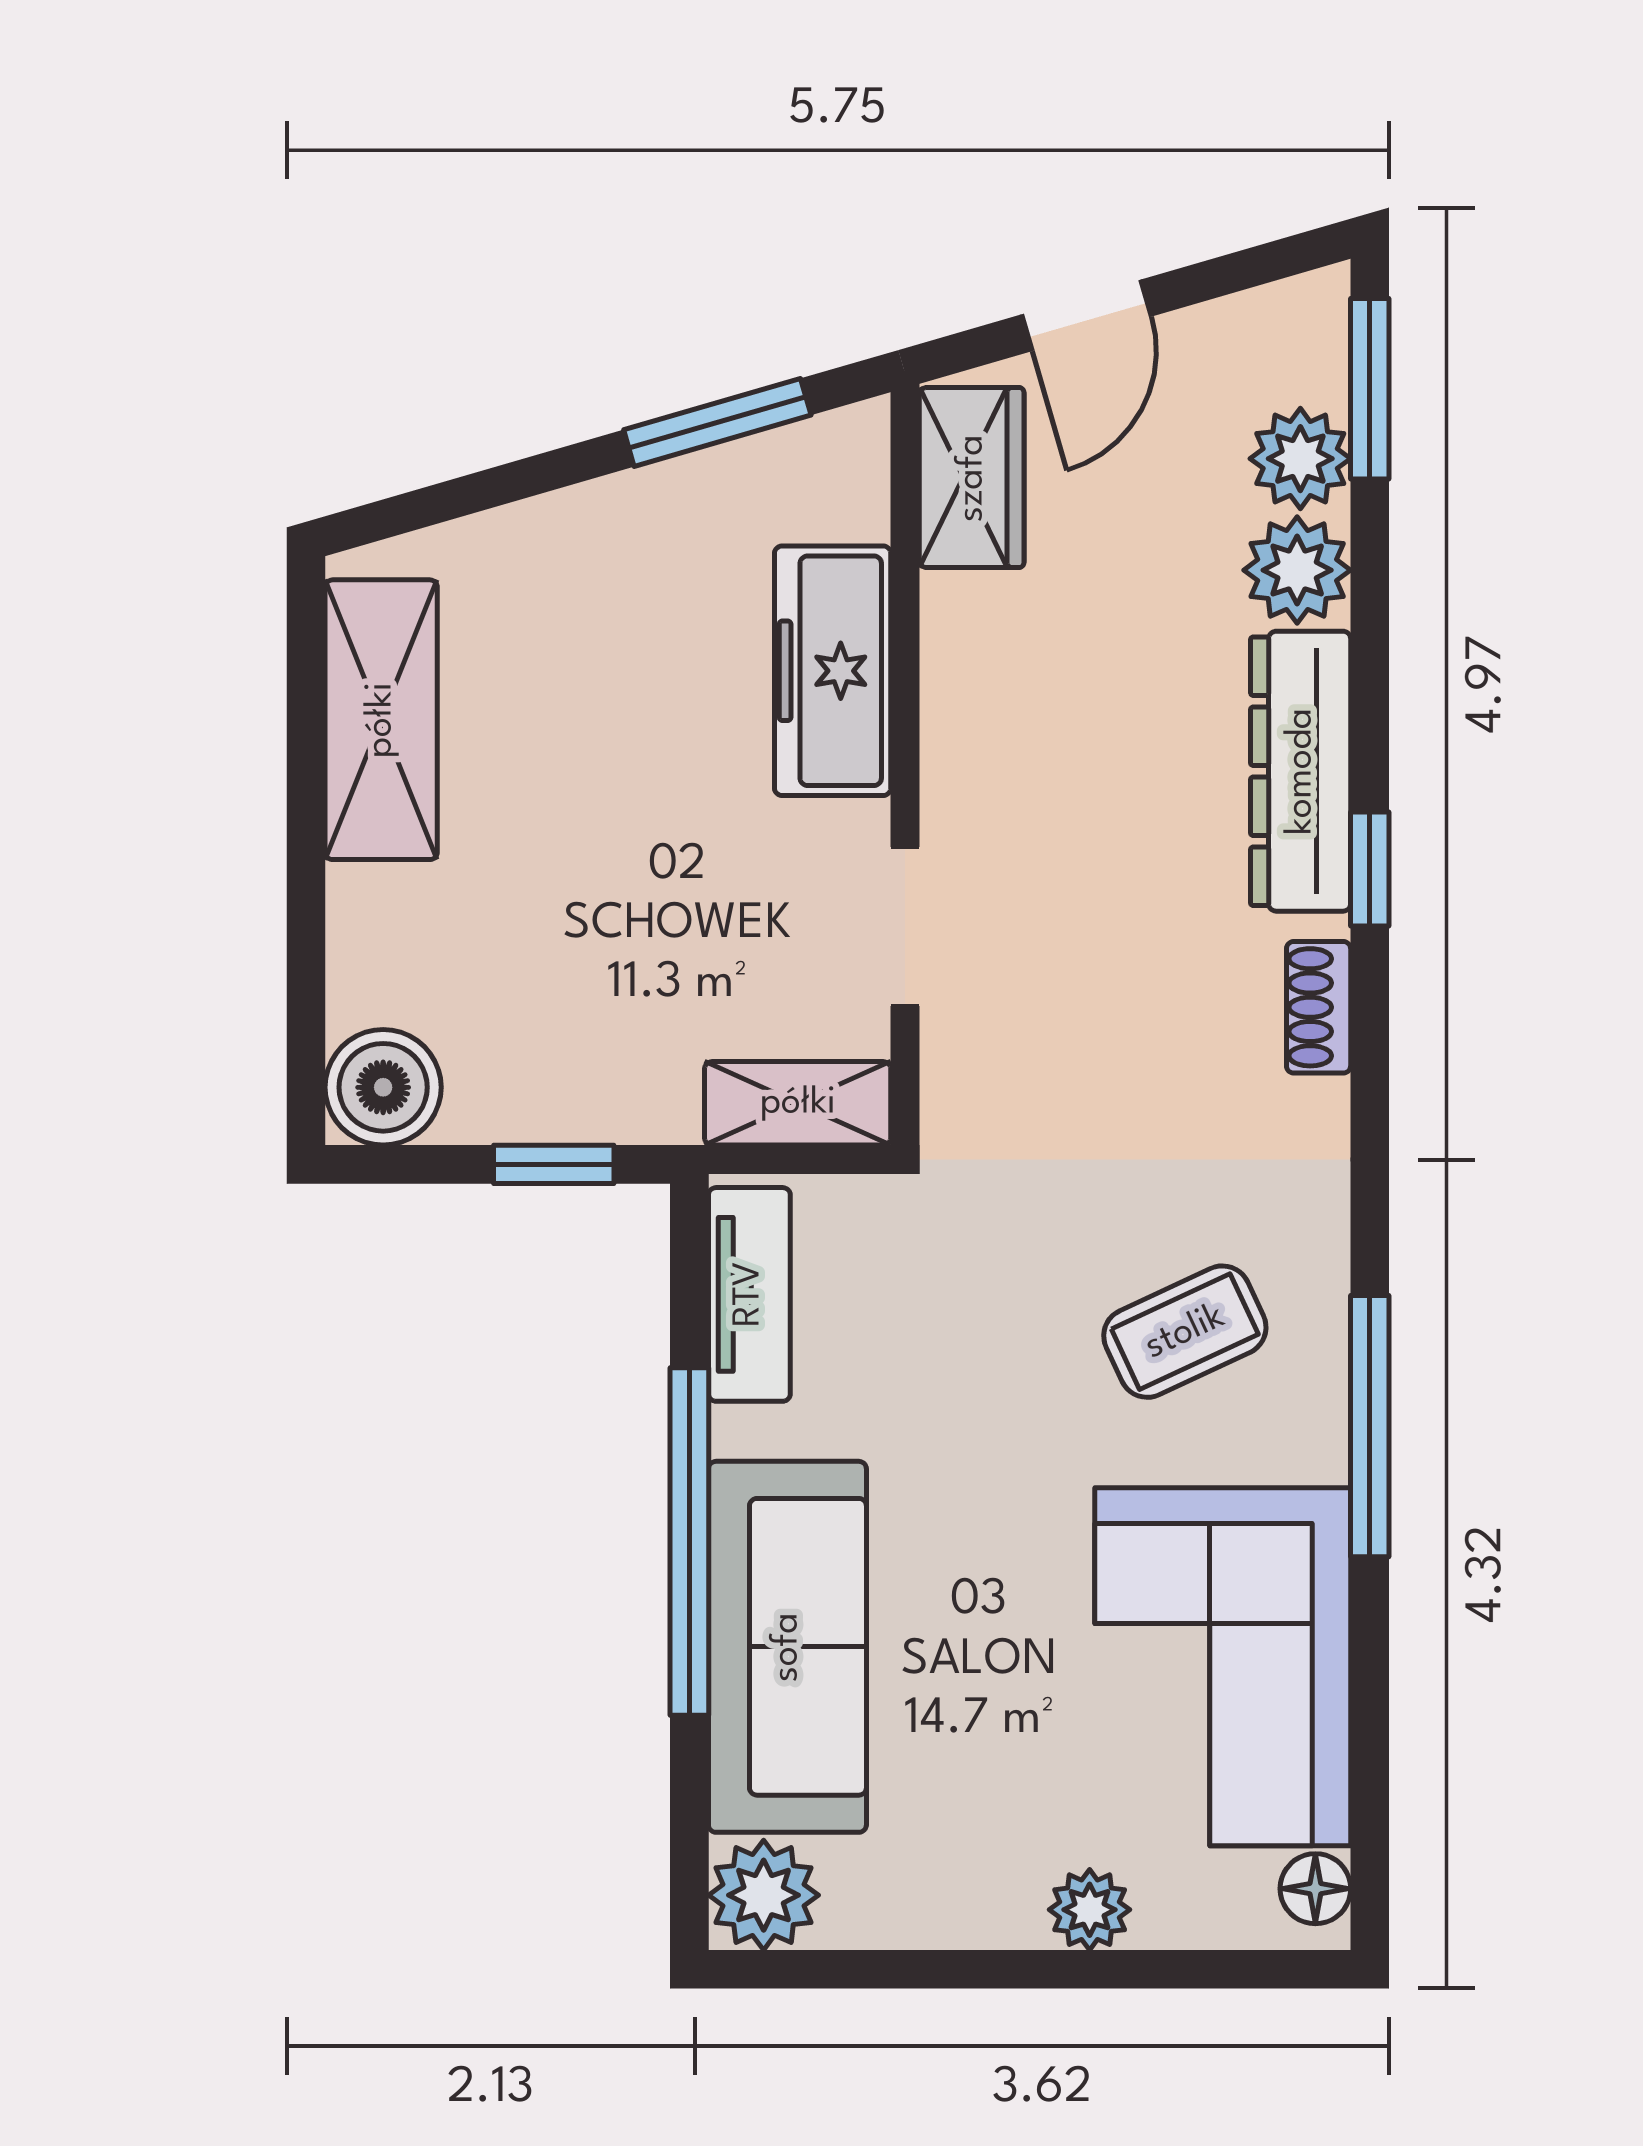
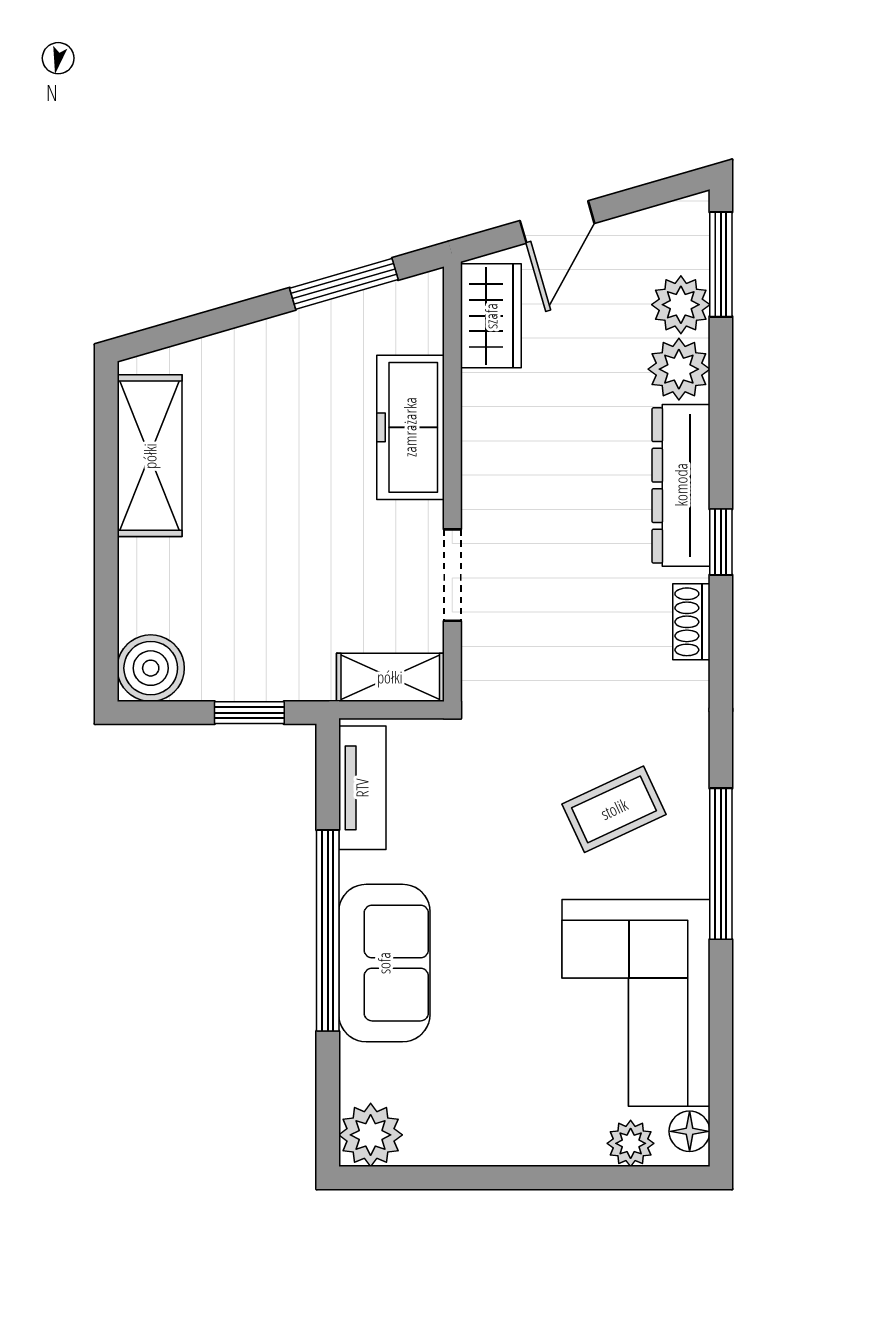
sofa: (787, 1647) -> (384, 963), width x0.73
plant: (1090, 1910) -> (631, 1143), moved

